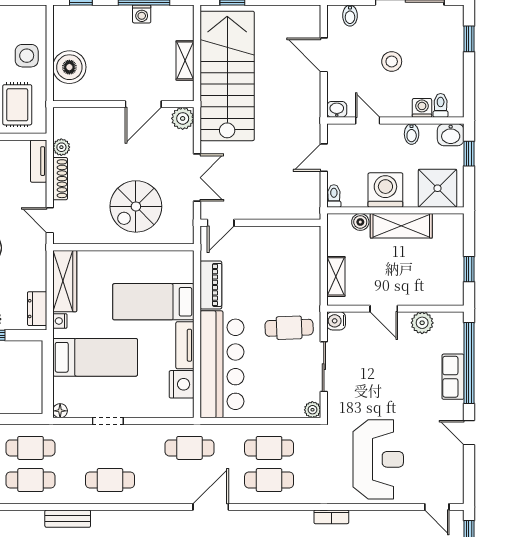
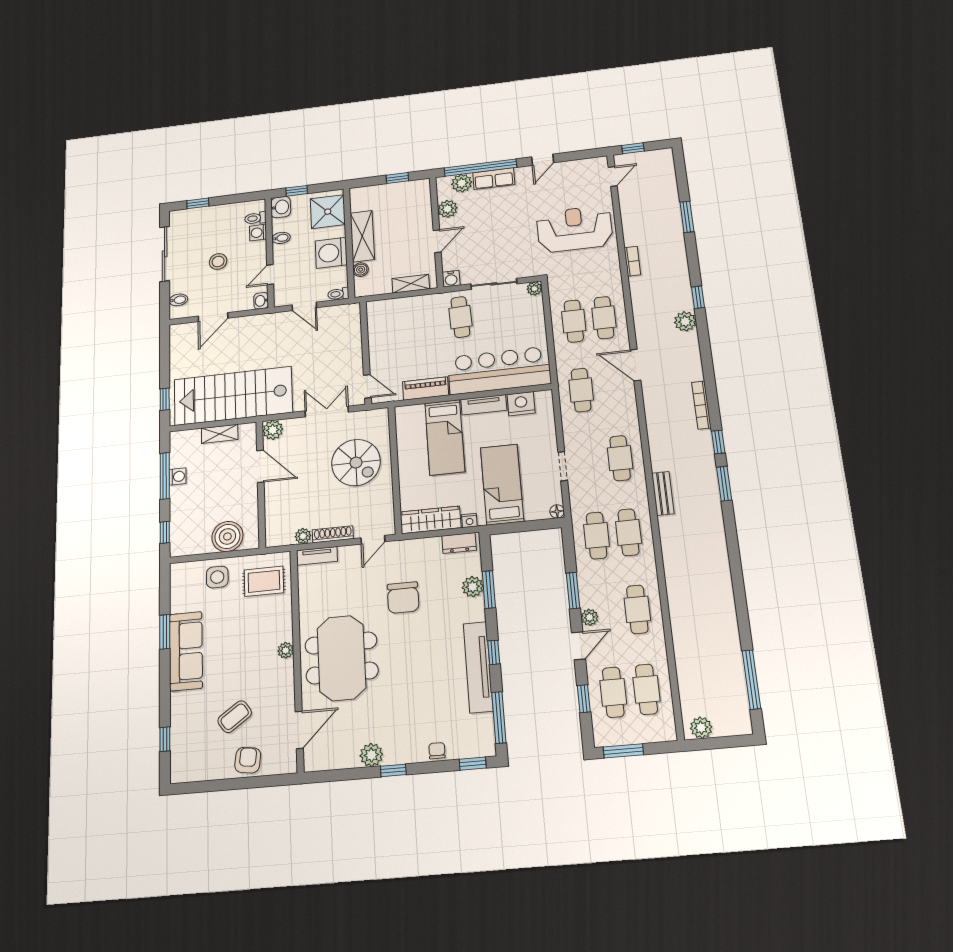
plant: (452, 341) -> (462, 183), added

